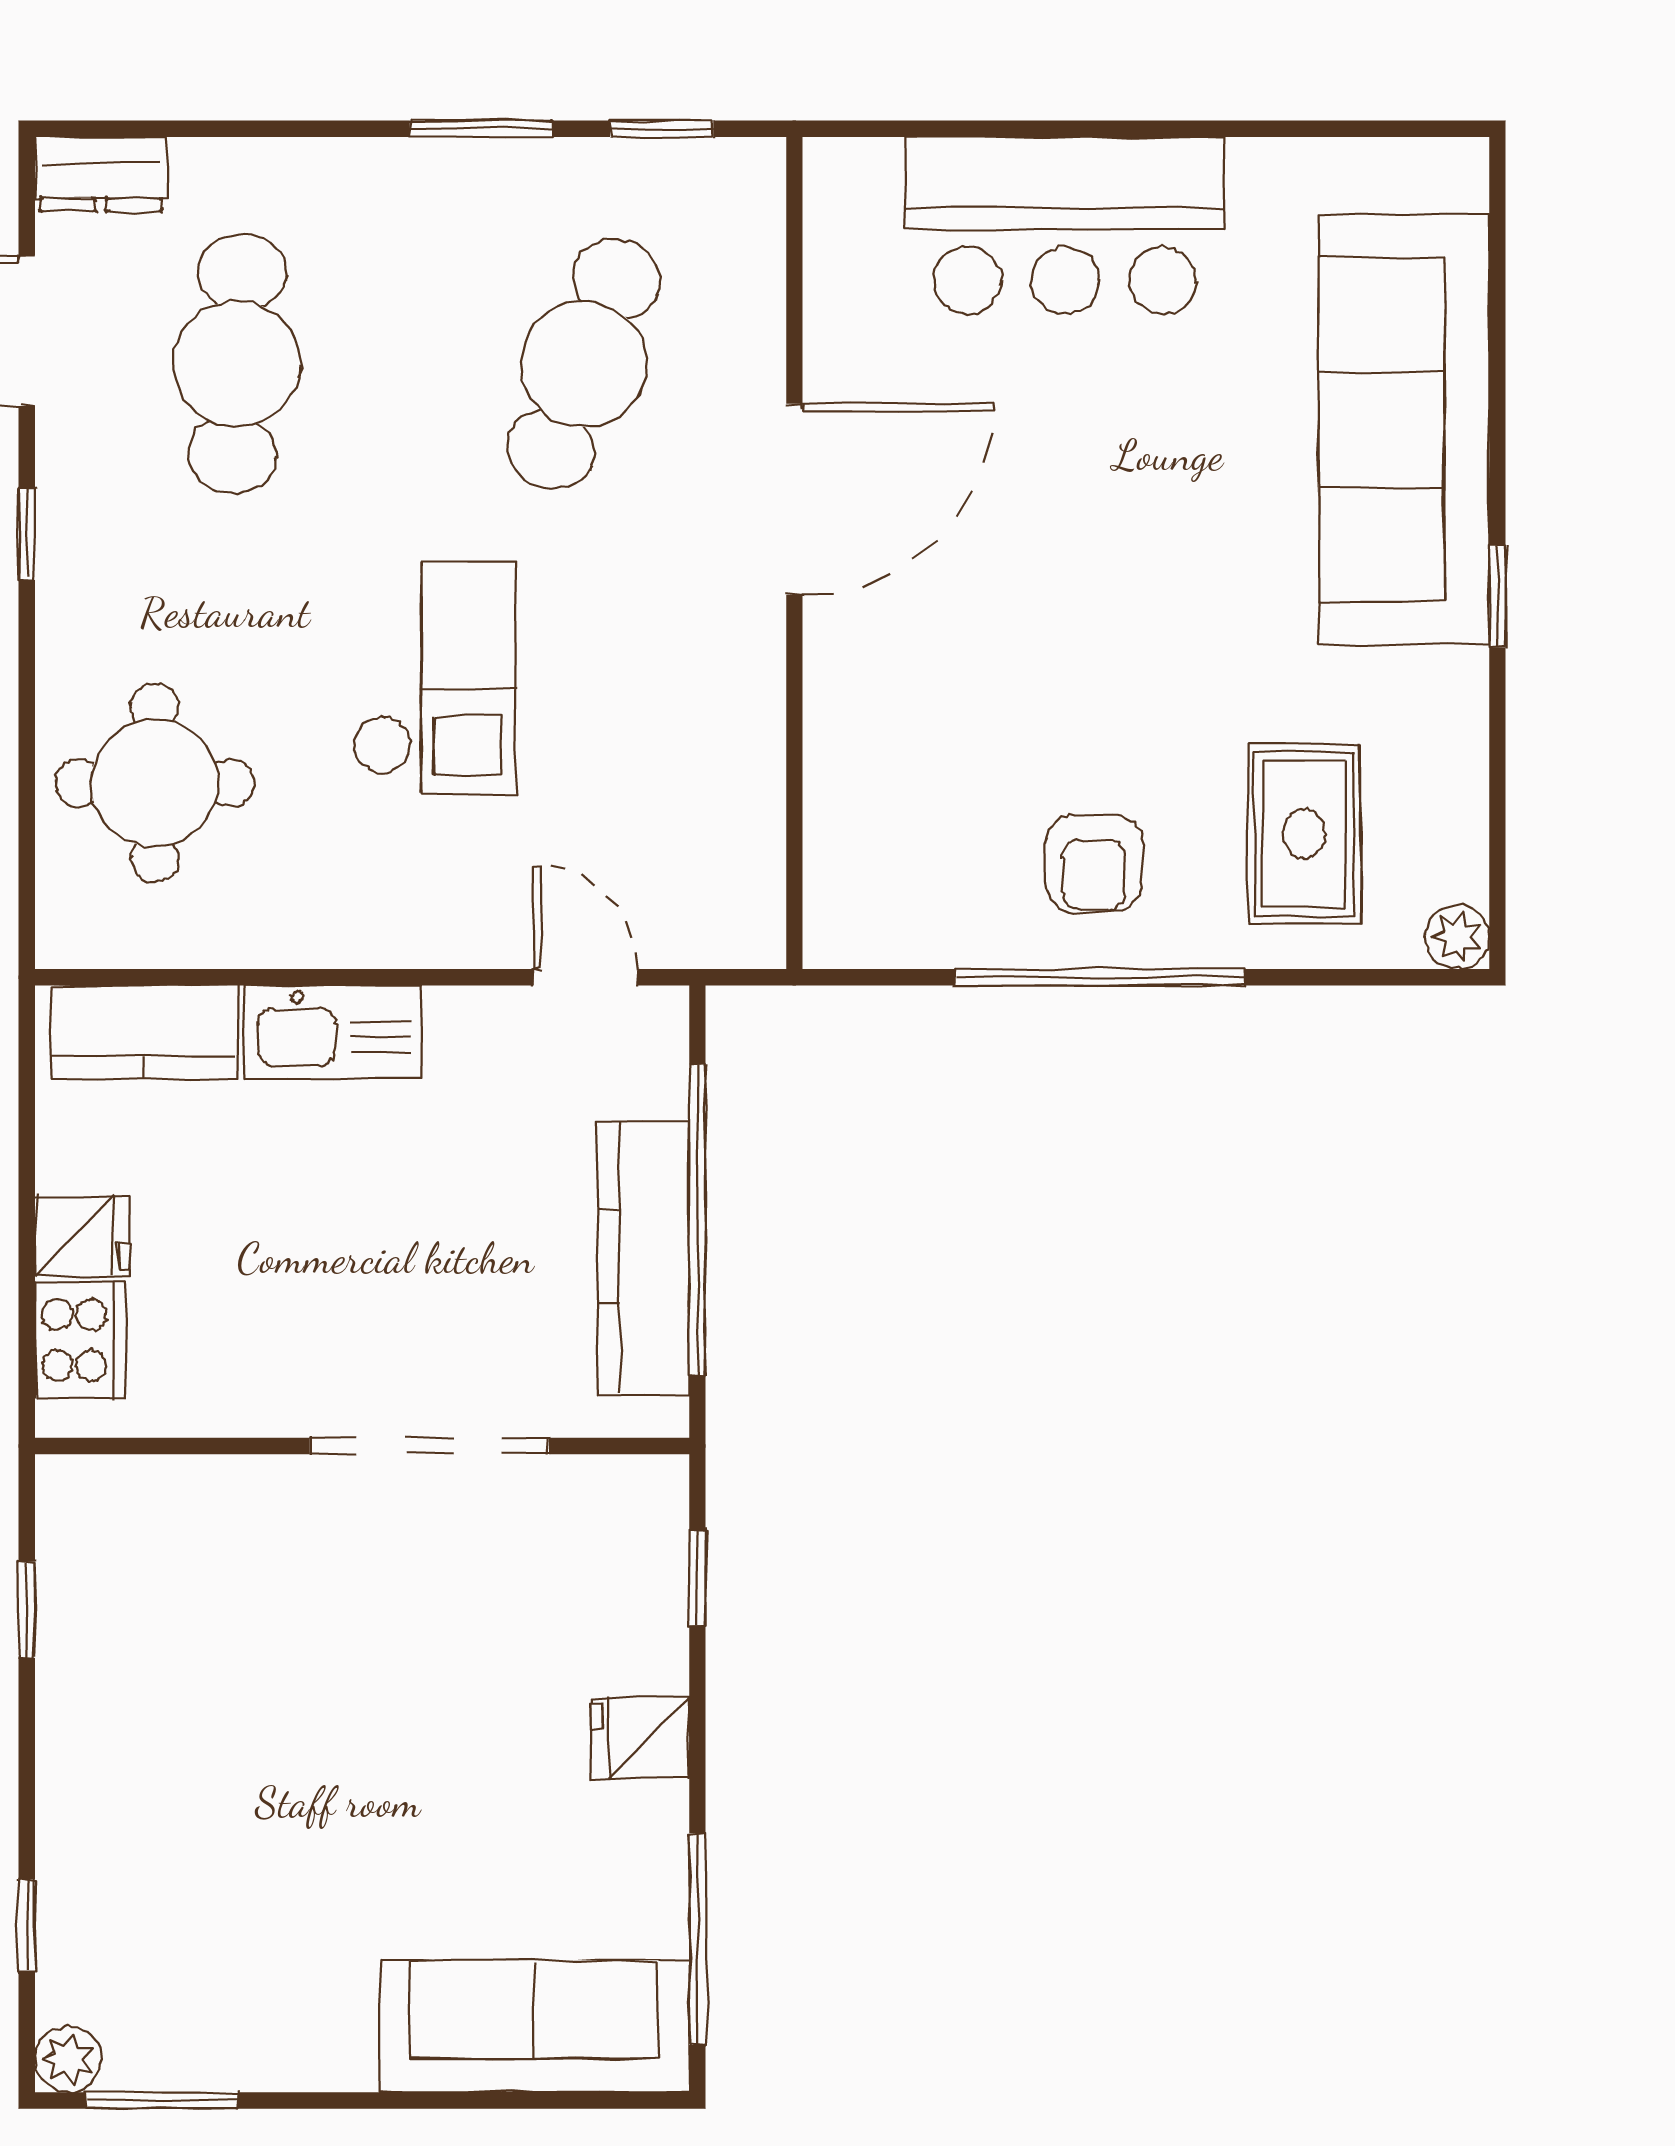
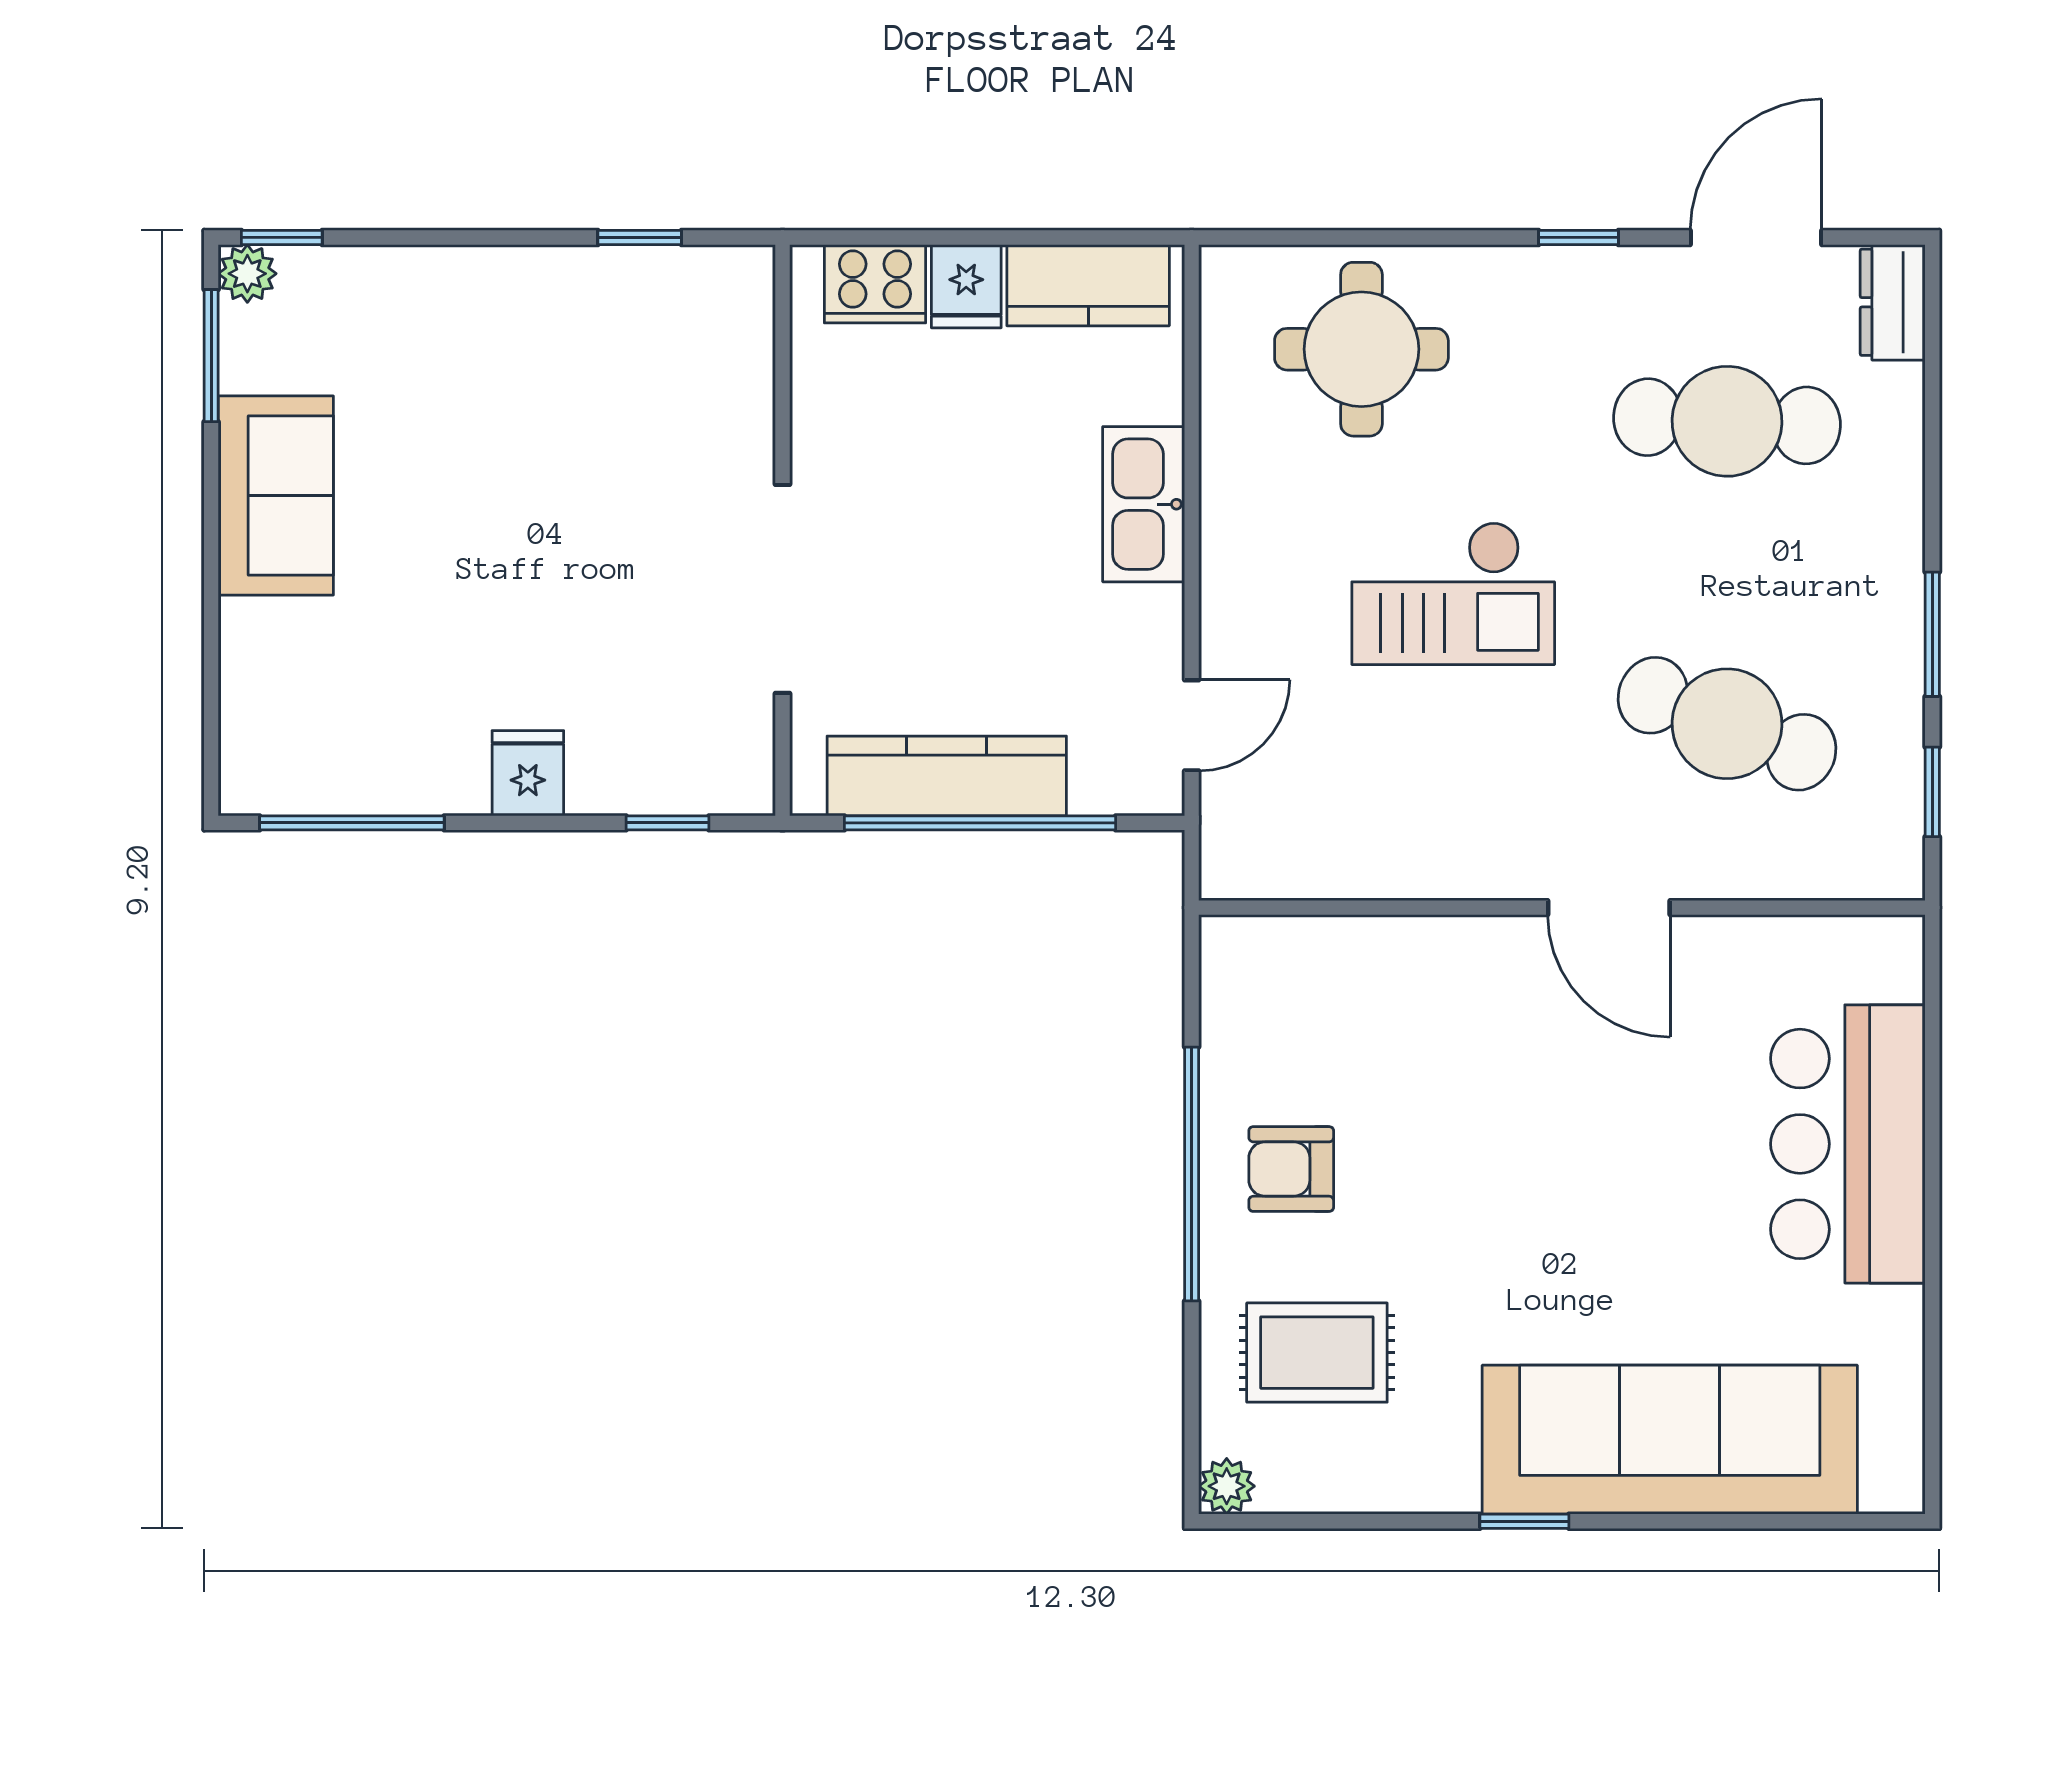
door: (794, 499) -> (1609, 908), width x0.73
kitchen counter: (144, 1032) -> (1088, 285), moved, turned -90
window: (27, 1925) -> (282, 237), moved
sofa: (534, 2026) -> (276, 495), moved, width x0.73

